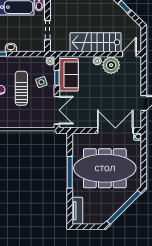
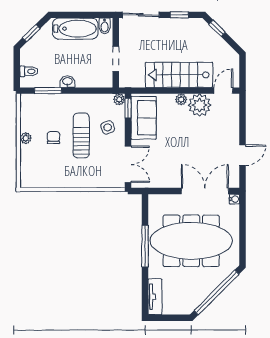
window: (57, 78) -> (128, 108), moved

